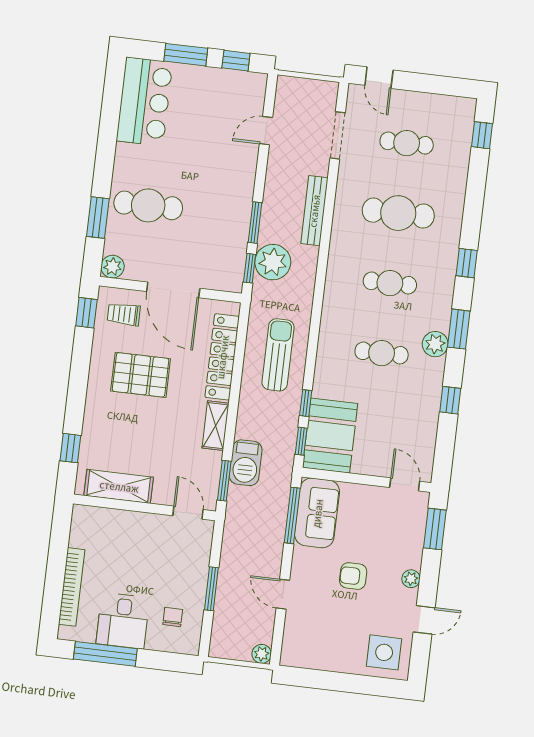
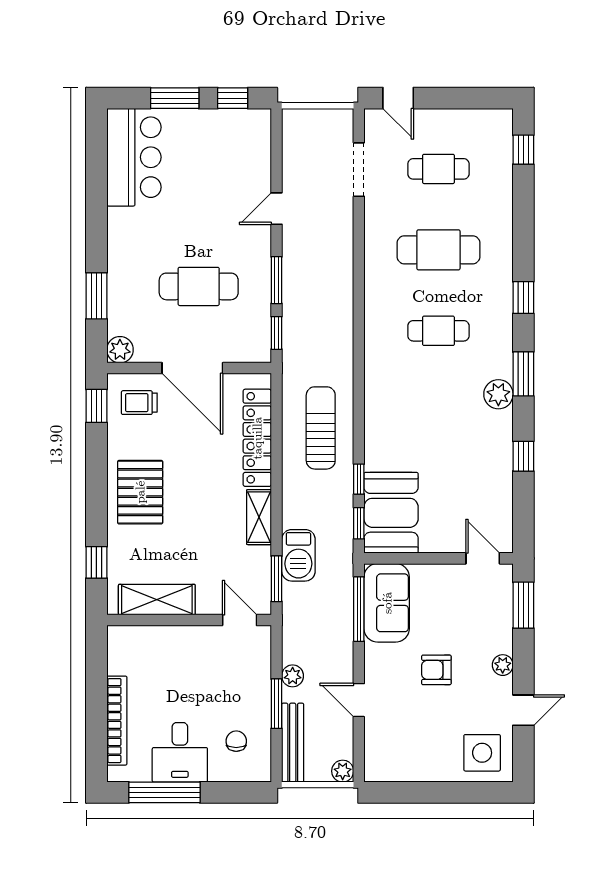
door: (266, 131) -> (276, 209), moved
cafe table: (148, 205) -> (199, 286), moved
bench: (314, 211) -> (293, 743), moved
plant: (273, 262) -> (293, 676), moved, width x0.53, depth x0.53
cafe table: (382, 353) -> (438, 412), removed
pallet: (141, 375) -> (140, 492), moved, turned 90

